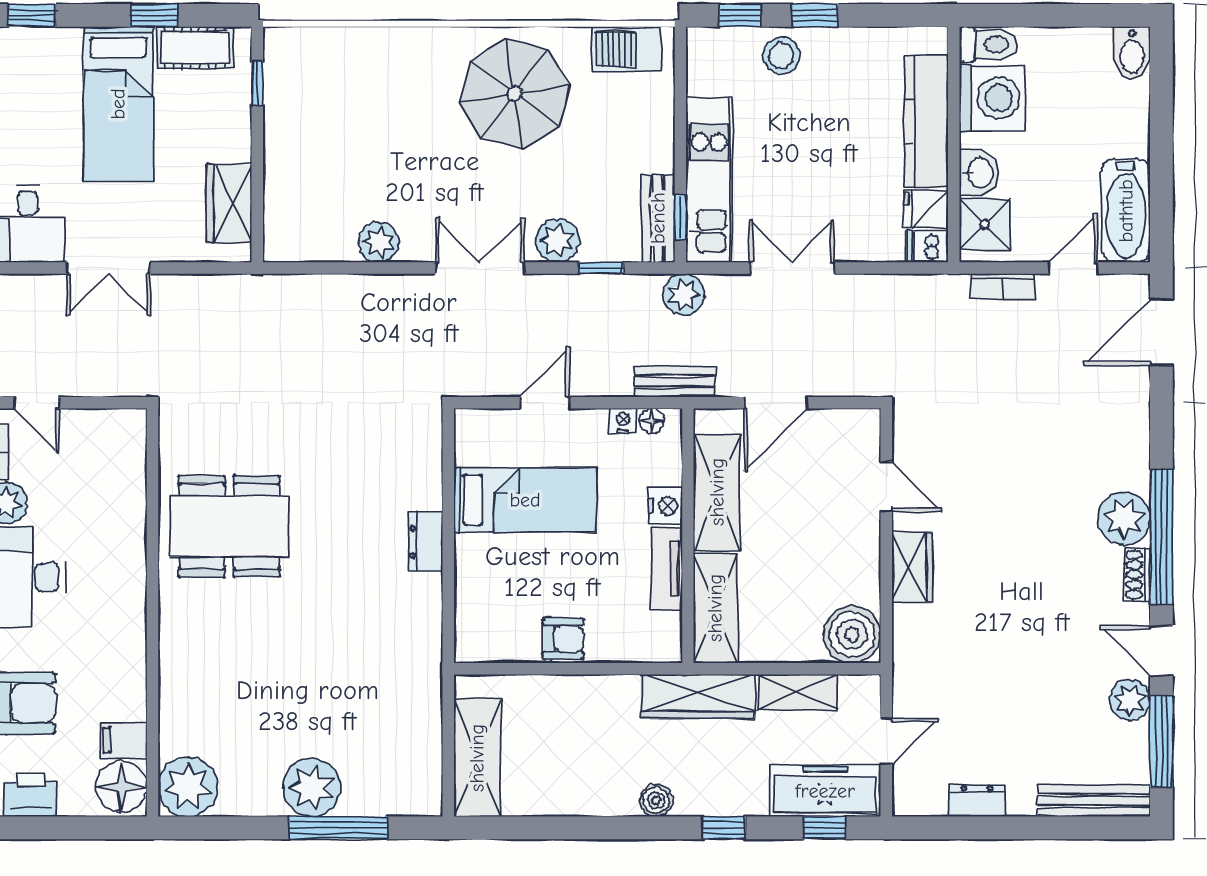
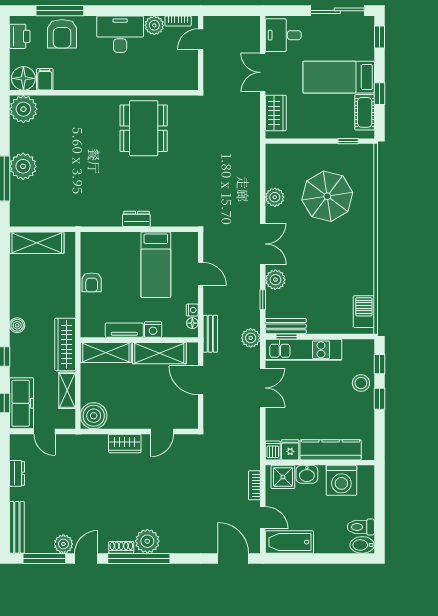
toilet: (988, 44) -> (361, 527), moved, turned 90
parasol: (514, 94) -> (327, 196), moved
wardrobe: (229, 204) -> (276, 113), moved, turned 90

